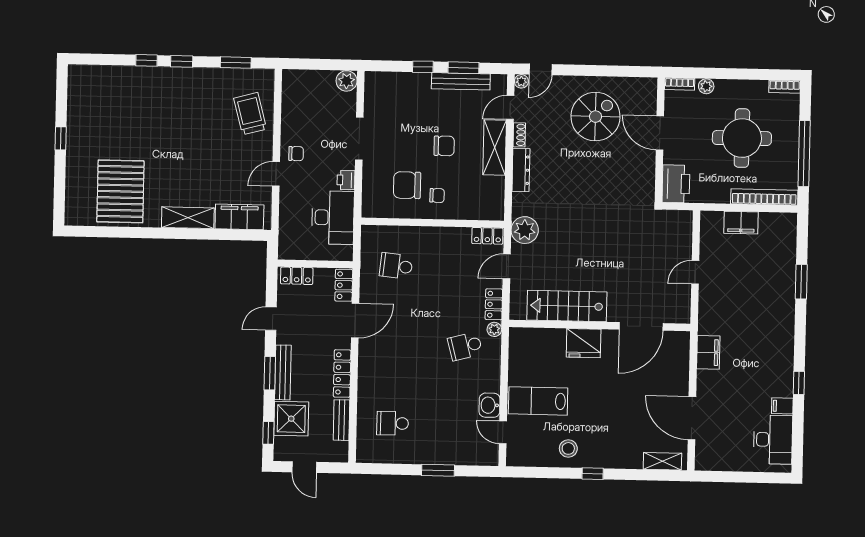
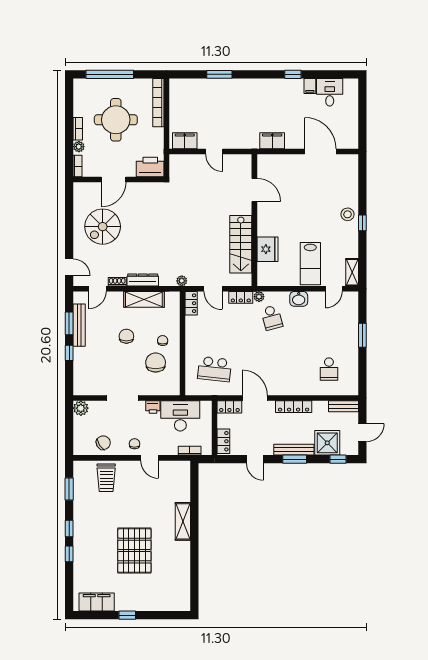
plant: (521, 81) -> (78, 281), removed
bookcase: (785, 87) -> (78, 129), moved
door: (510, 107) -> (97, 289), hinge flipped
chair: (298, 111) -> (103, 443), added
trolley: (250, 114) -> (106, 478), turned -75
spiral stairs: (596, 117) -> (103, 227), turned -90
shelving: (495, 148) -> (144, 299), moved
window: (804, 154) -> (110, 74), moved
chair: (407, 185) -> (156, 363), turned 180
pallet: (120, 191) -> (134, 551), moved, turned 90
filing cabinet: (239, 217) -> (97, 602), moved, turned 90
filing cabinet: (741, 223) -> (185, 141), moved, turned -90
bookcase: (285, 229) -> (190, 451), added
plant: (525, 230) -> (182, 281), width x0.53, depth x0.53
school desk: (396, 266) -> (214, 369), width x1.85
door: (641, 326) -> (254, 190), width x0.73
fridge: (584, 343) -> (268, 249), moved
washbasin: (490, 405) -> (299, 299), moved
door: (692, 418) -> (320, 152), swing flipped
bench: (341, 420) -> (344, 406), moved
desk: (773, 440) -> (330, 92), width x0.73
stool: (568, 448) -> (348, 214), moved
shelving: (662, 461) -> (352, 272), moved

